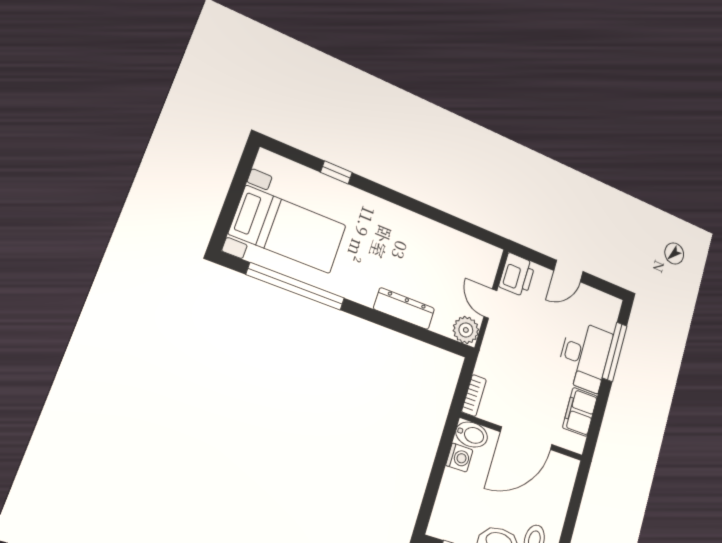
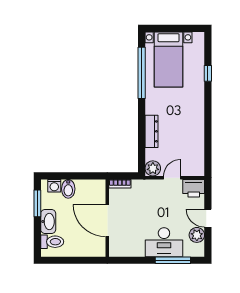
plant: (588, 299) -> (197, 235), added
filing cabinet: (580, 412) -> (132, 249), removed
bidet: (472, 435) -> (68, 189), moved
washing machine: (459, 458) -> (54, 186), moved

